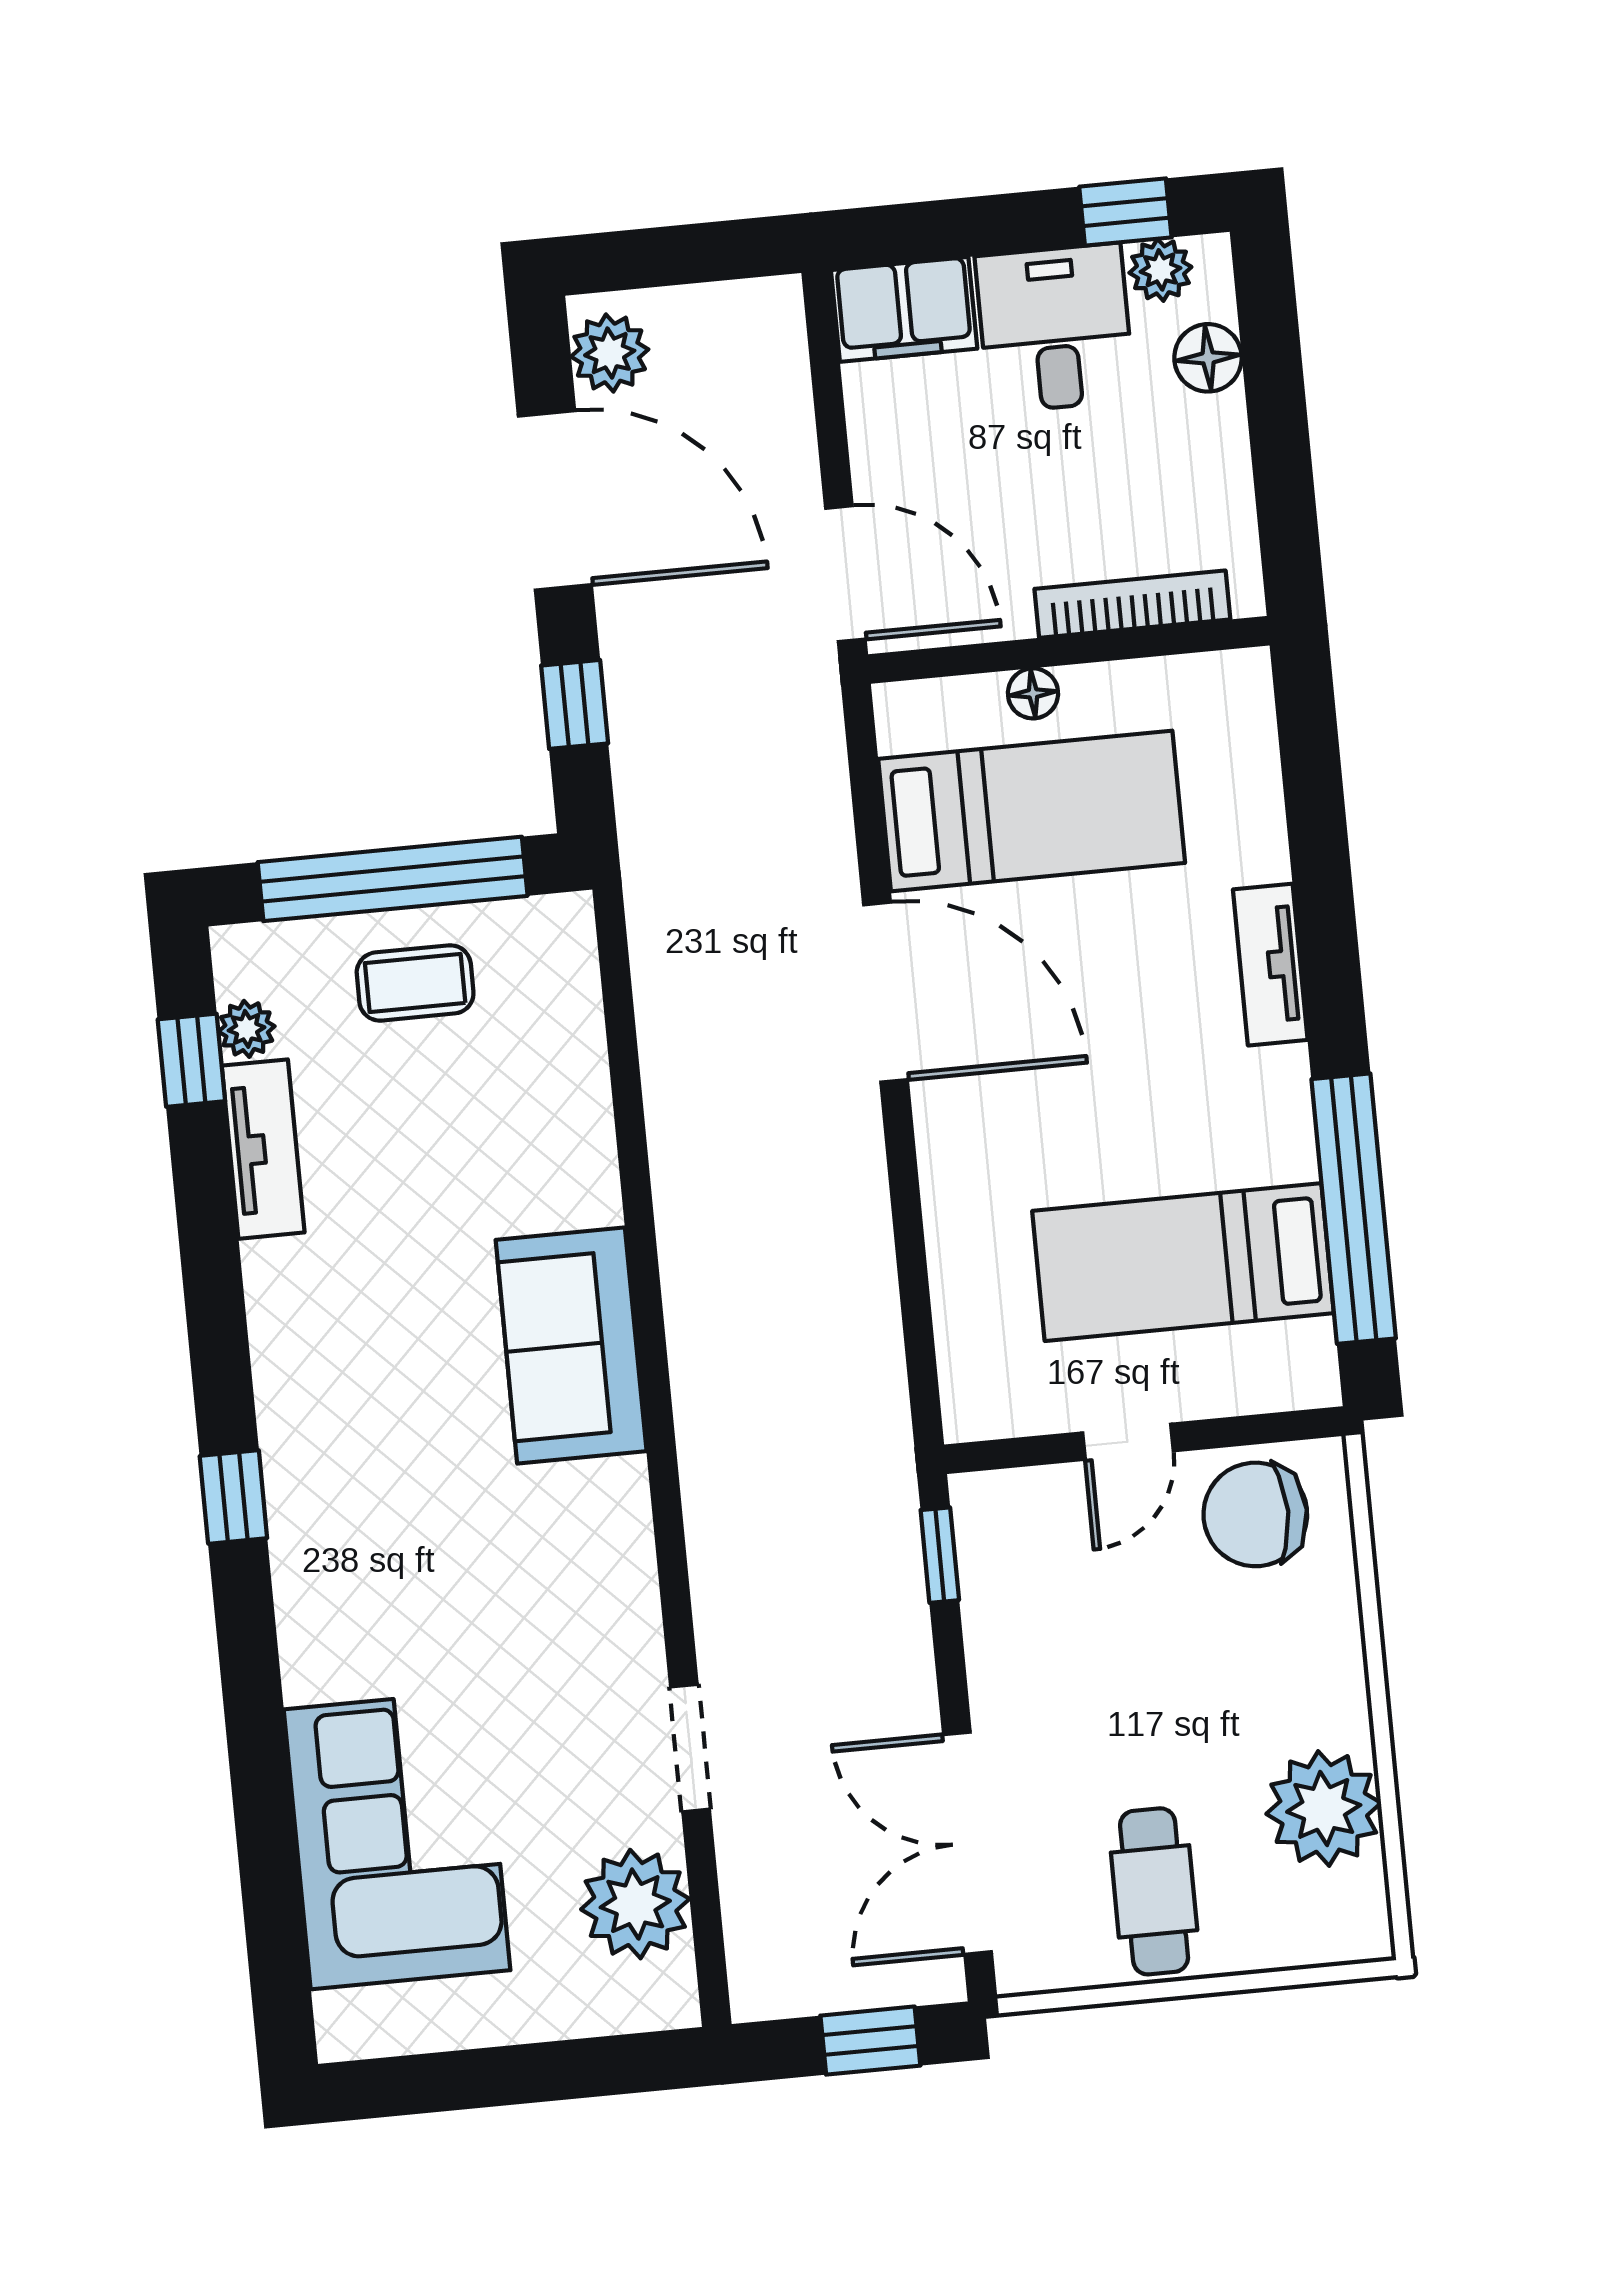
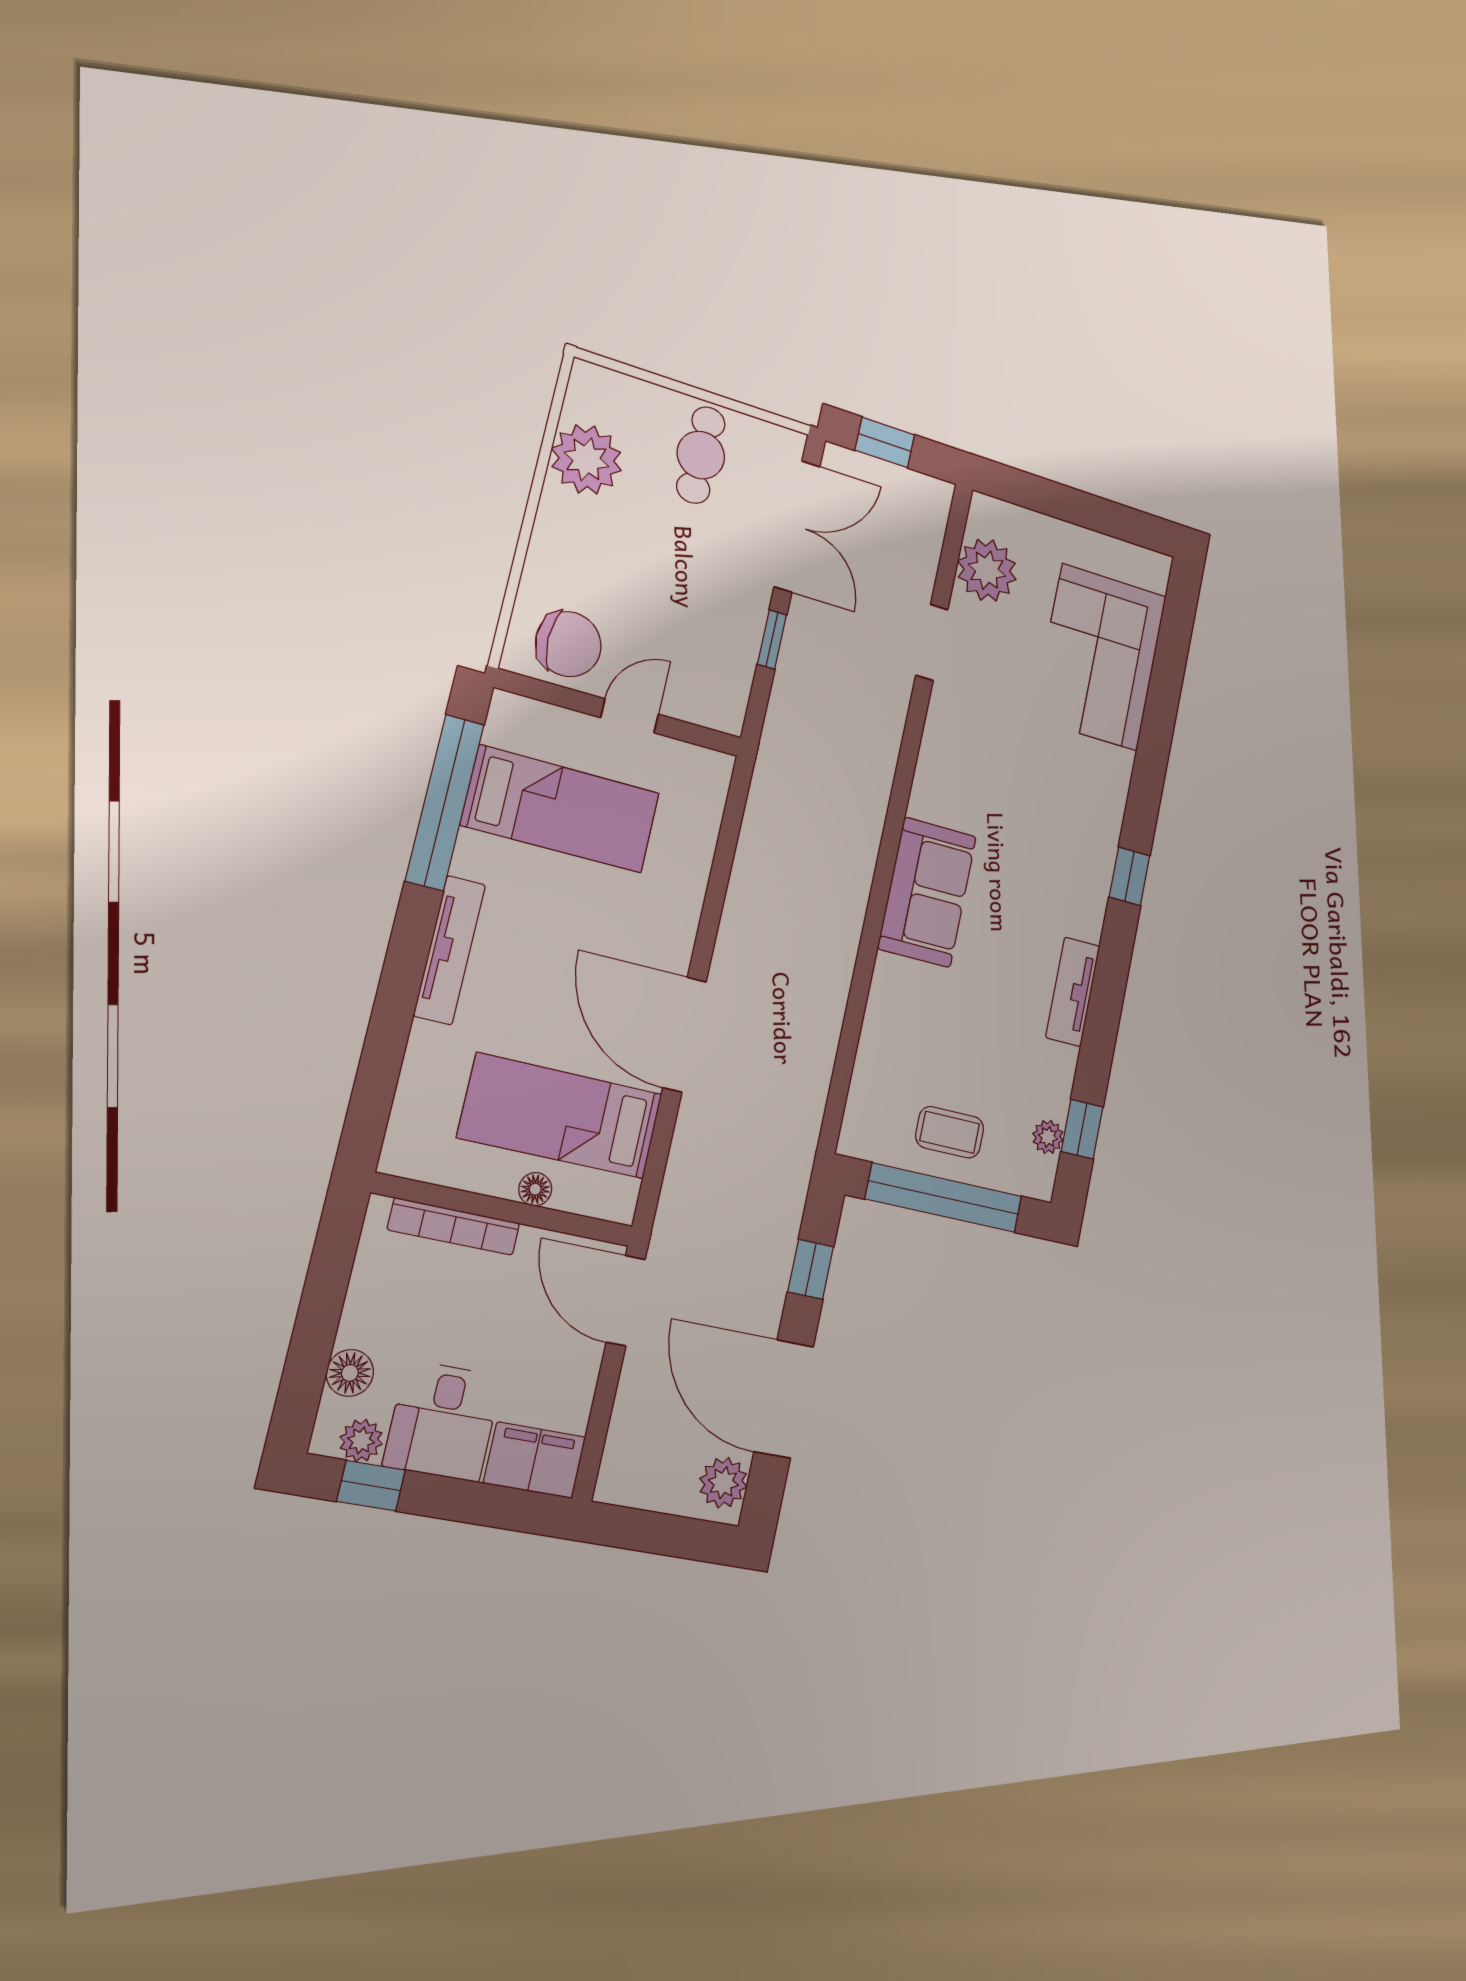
tv unit: (1270, 965) -> (450, 950), width x1.41
tv unit: (263, 1149) -> (1073, 992), moved
window: (940, 1555) -> (772, 640), moved

